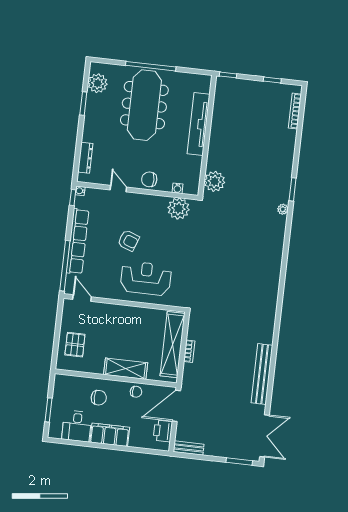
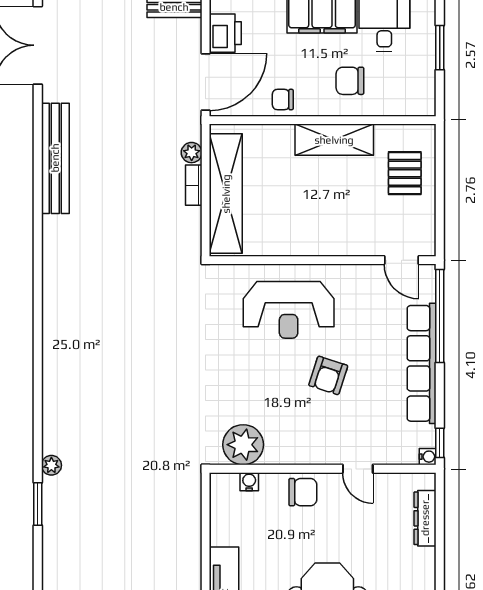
plant: (215, 181) -> (192, 153), moved, width x0.53, depth x0.53
armchair: (128, 241) -> (328, 375), turned -92
shelving: (126, 369) -> (334, 140), moved

